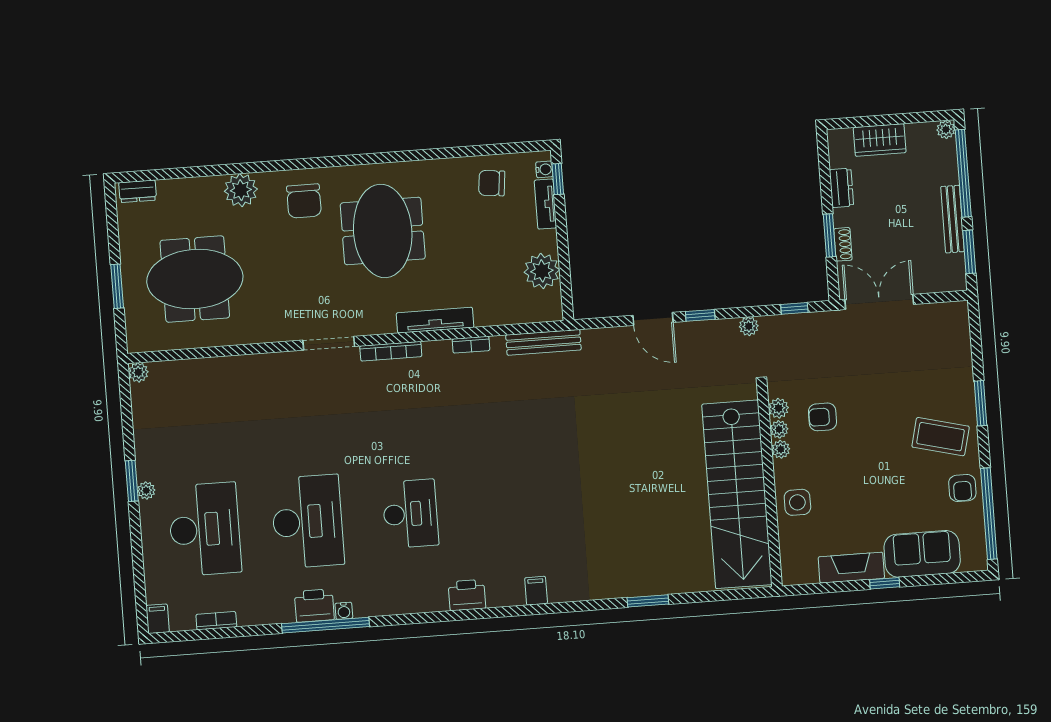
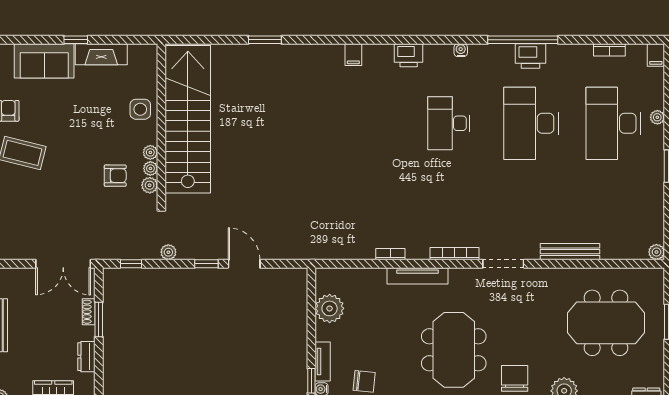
bench: (543, 342) -> (570, 252), moved
plant: (146, 491) -> (657, 117), moved
water cooler: (344, 611) -> (461, 50), moved

